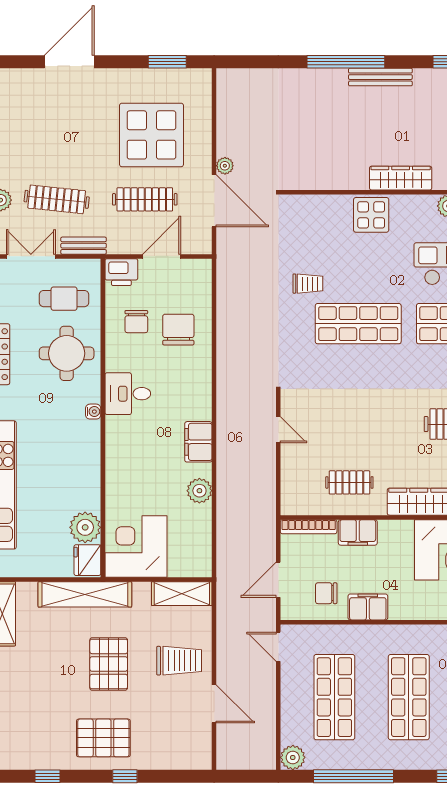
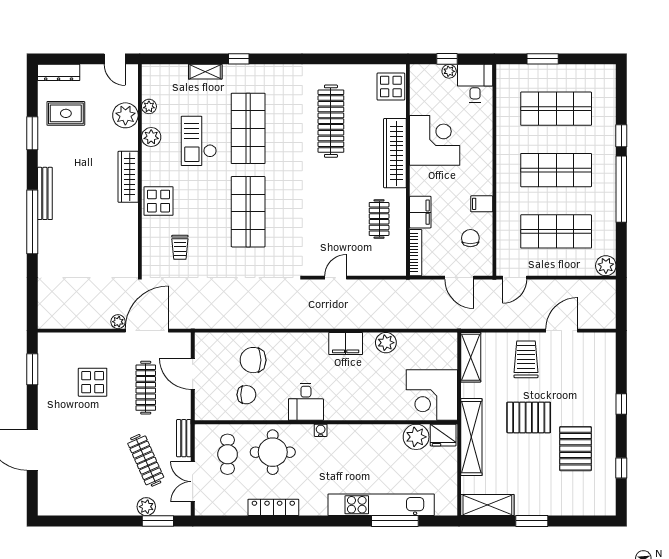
display table: (151, 135) -> (93, 382), width x0.54, depth x0.54
clothes rail: (57, 199) -> (146, 460), turned -30
printer: (121, 272) -> (206, 407), removed
trolley: (308, 284) -> (180, 247), moved, turned 180
chair: (326, 593) -> (470, 238), turned 180
filing cabinet: (368, 607) -> (482, 204), width x0.50
pallet: (103, 738) -> (575, 449), moved
window: (354, 776) -> (621, 189), moved

